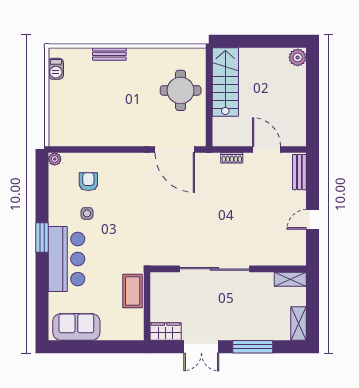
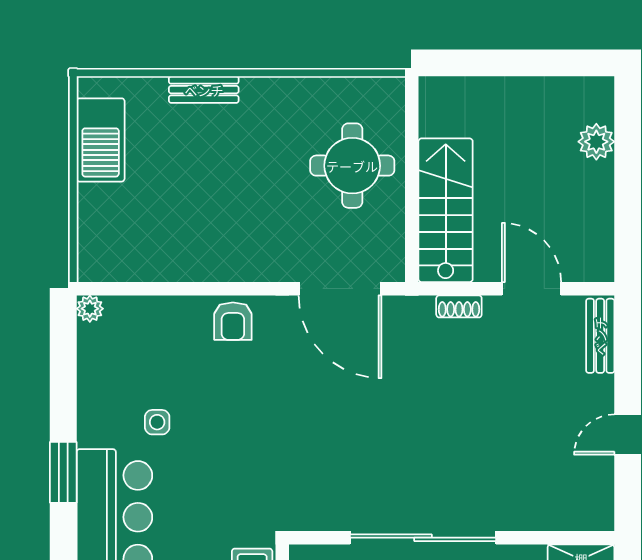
plant: (298, 57) -> (596, 142), moved
barbecue: (56, 69) -> (101, 140), width x1.88, depth x1.53
stairs: (225, 82) -> (446, 210), moved
armchair: (88, 182) -> (233, 321), moved, turned 180

